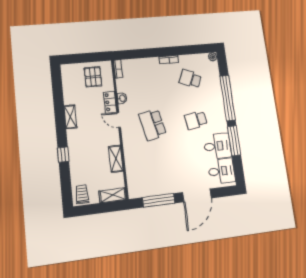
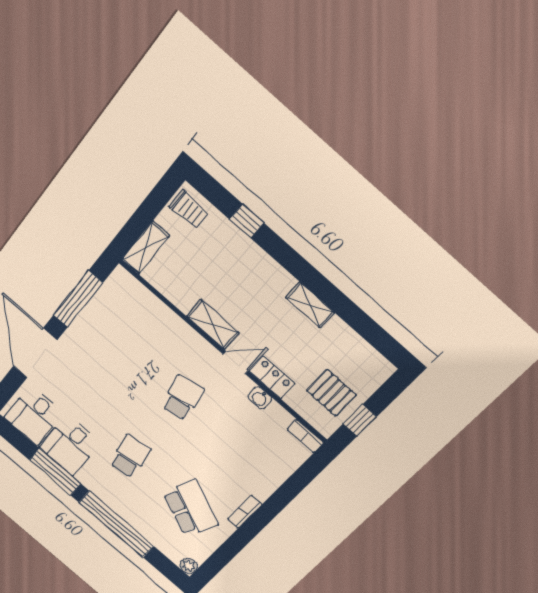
window: (92, 57) -> (360, 420), added
school desk: (190, 79) -> (190, 508), width x1.85
school desk: (153, 125) -> (183, 398), width x0.54
window: (63, 155) -> (247, 221), moved
shelving: (116, 159) -> (213, 325), moved

